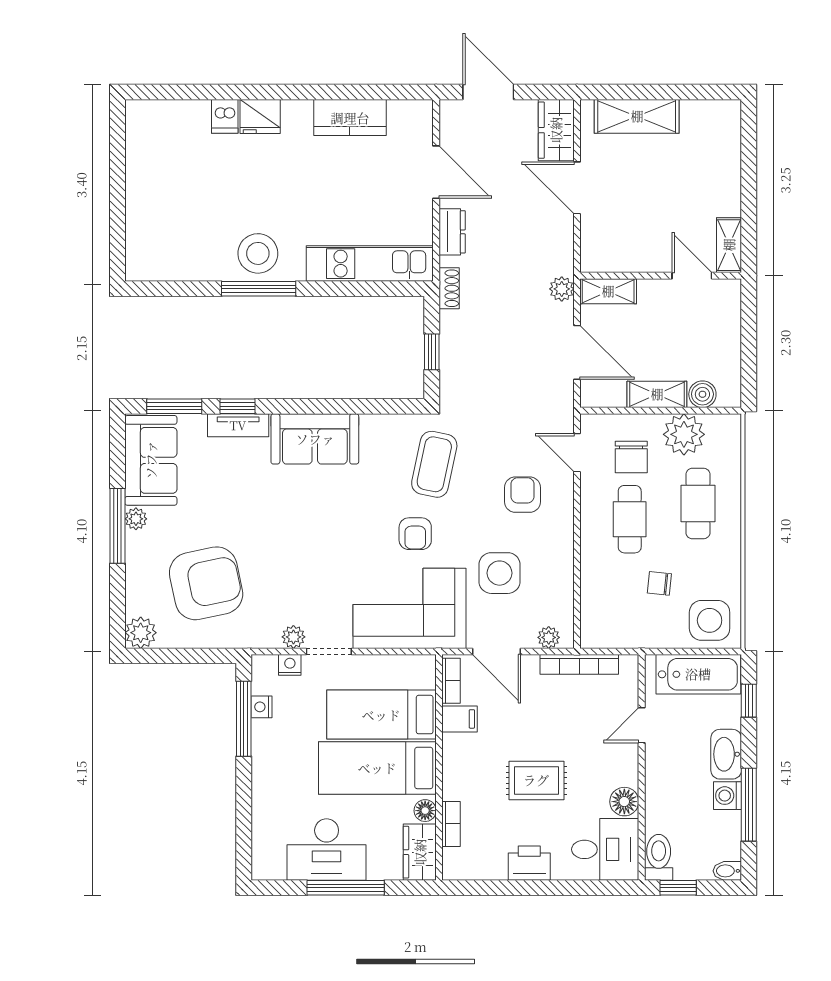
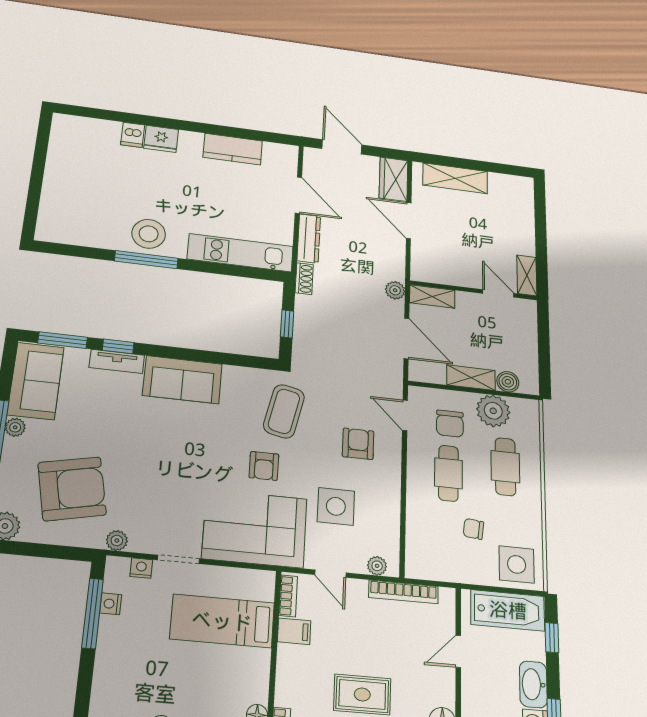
dresser: (452, 232) -> (309, 238), width x1.44
plant: (293, 637) -> (117, 541), moved
door: (496, 651) -> (330, 574), width x0.73
bed: (377, 768) -> (215, 670), removed

